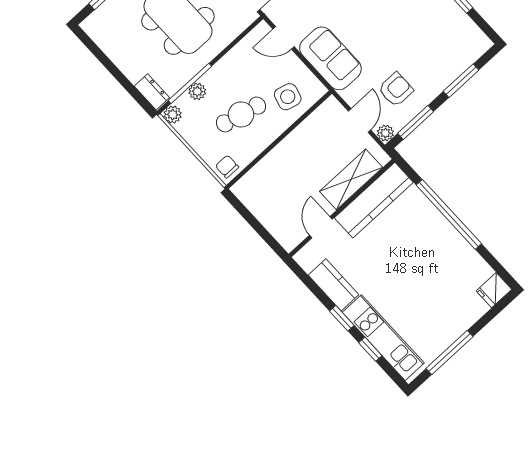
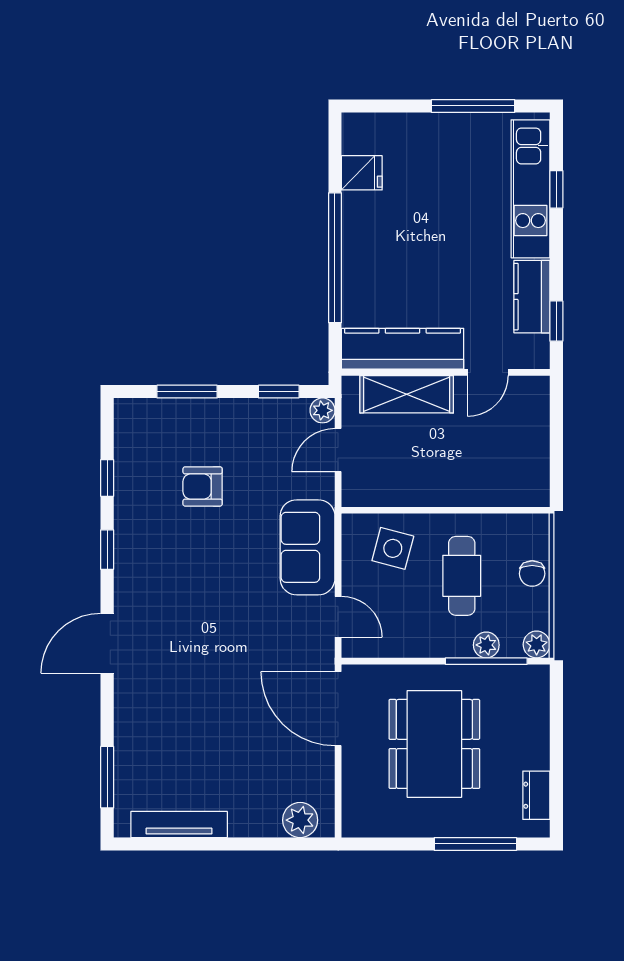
armchair: (396, 90) -> (203, 486), moved
dresser: (152, 92) -> (536, 795), moved
cafe table: (241, 114) -> (462, 576), turned 76
window: (416, 122) -> (279, 392), width x0.67
chair: (227, 167) -> (532, 574), moved
fridge: (494, 290) -> (362, 173), moved
window: (342, 318) -> (556, 321), moved

